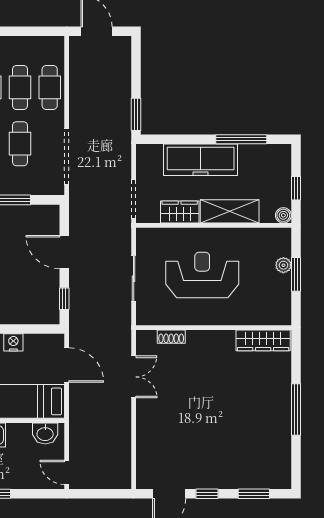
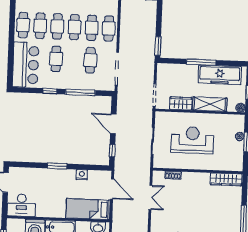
window: (241, 139) -> (201, 62), moved
freezer: (201, 160) -> (220, 75), moved

